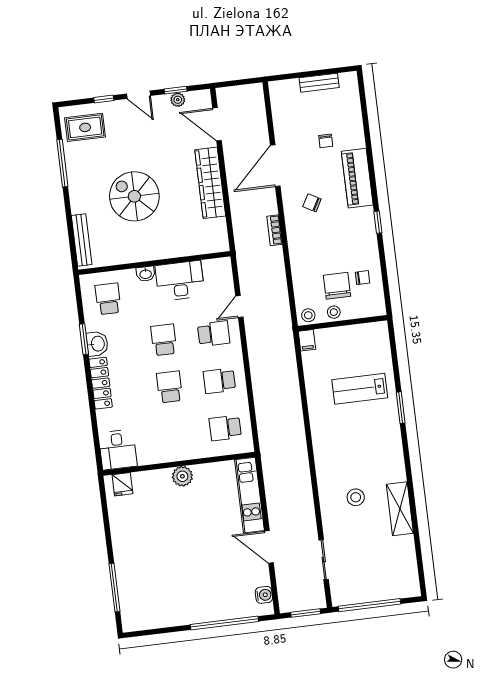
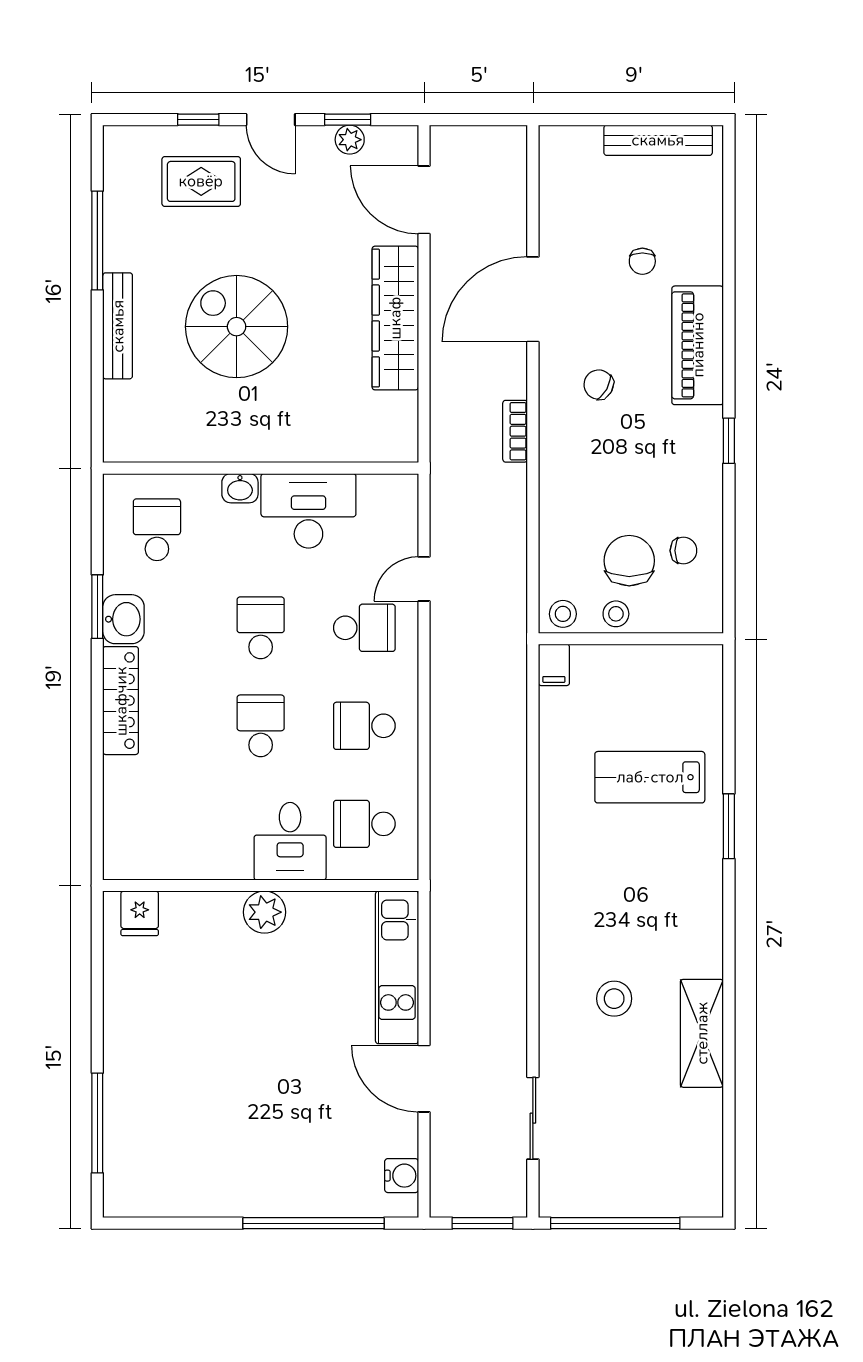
bench: (319, 83) -> (658, 140), width x1.36
rug: (85, 127) -> (201, 181), moved
bench: (82, 240) -> (118, 326), moved
desk: (118, 450) -> (290, 841), moved

